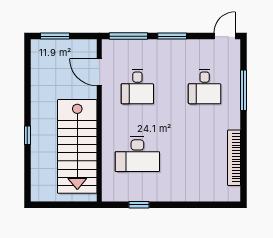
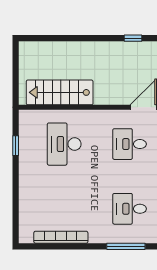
window: (27, 135) -> (133, 38), moved
stairs: (77, 146) -> (60, 92), width x0.73, depth x0.66

